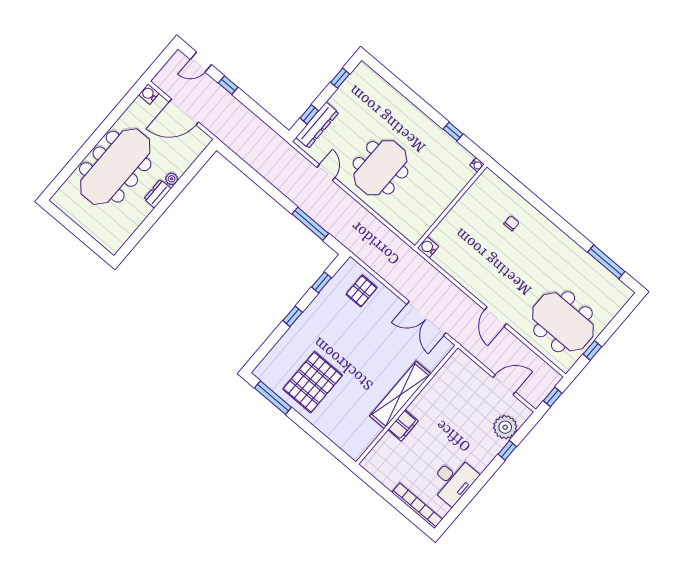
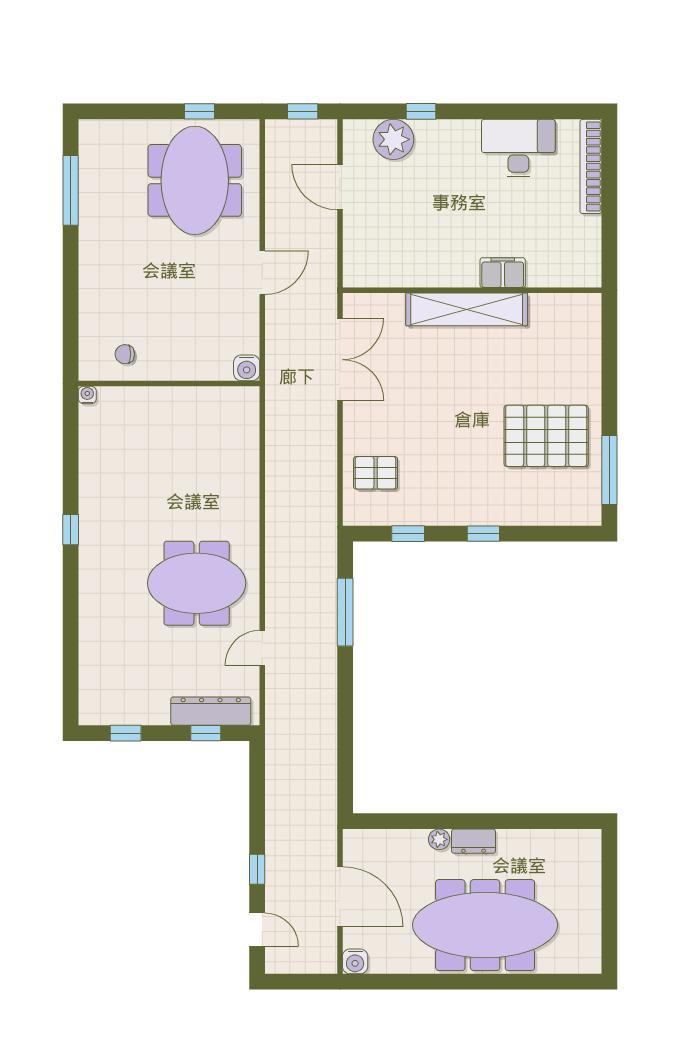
water cooler: (477, 165) -> (87, 395), moved
wall: (451, 206) -> (169, 383), moved
water cooler: (428, 247) -> (247, 368), moved

